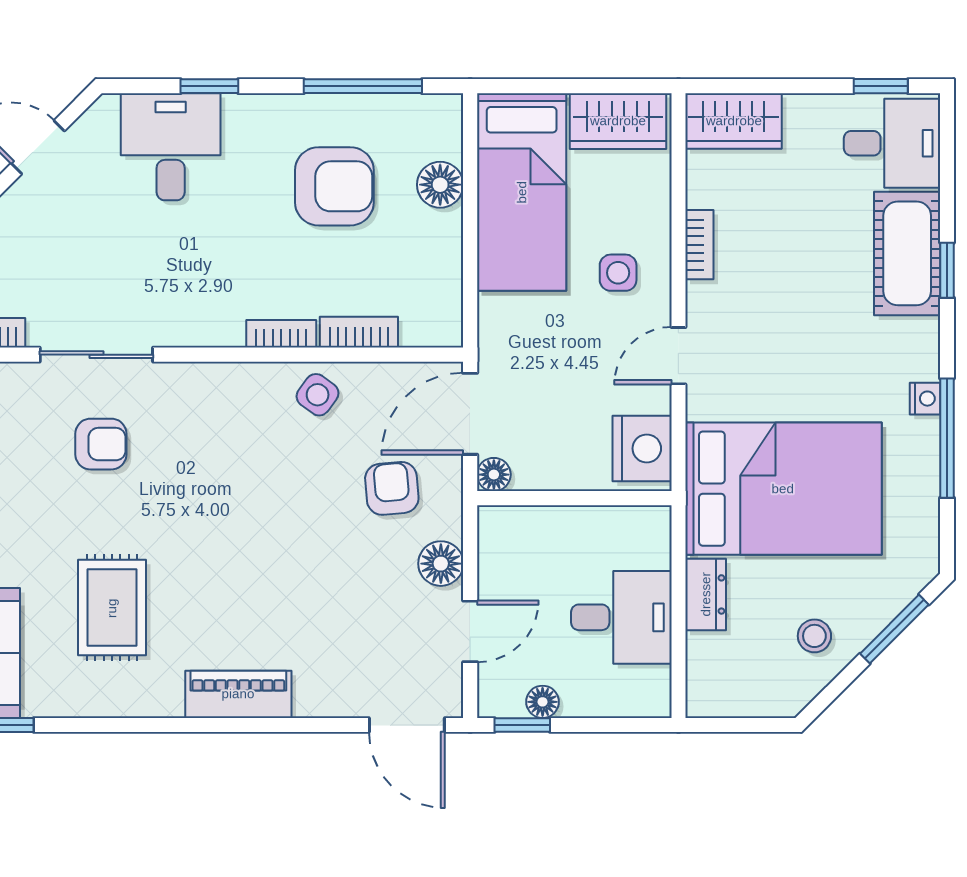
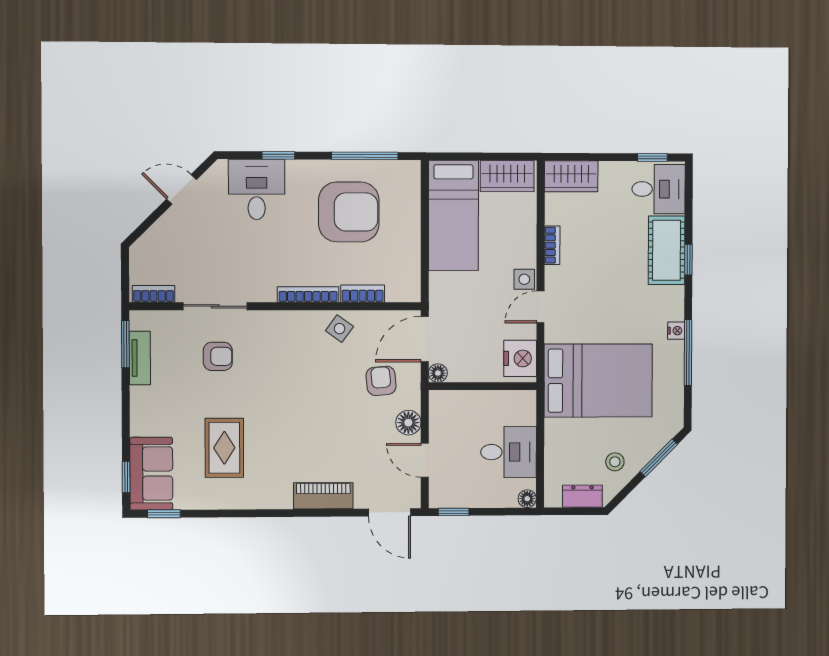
floor lamp: (440, 185) -> (408, 211), removed
armchair: (334, 186) -> (349, 212), width x1.36, depth x1.36
side table: (618, 273) -> (524, 279), moved
bookcase: (281, 334) -> (308, 295), width x1.56
dresser: (706, 594) -> (582, 496), moved, turned -90
door: (470, 631) -> (425, 460), swing flipped
piano: (238, 694) -> (323, 496), moved
floor lamp: (543, 702) -> (527, 499), moved

